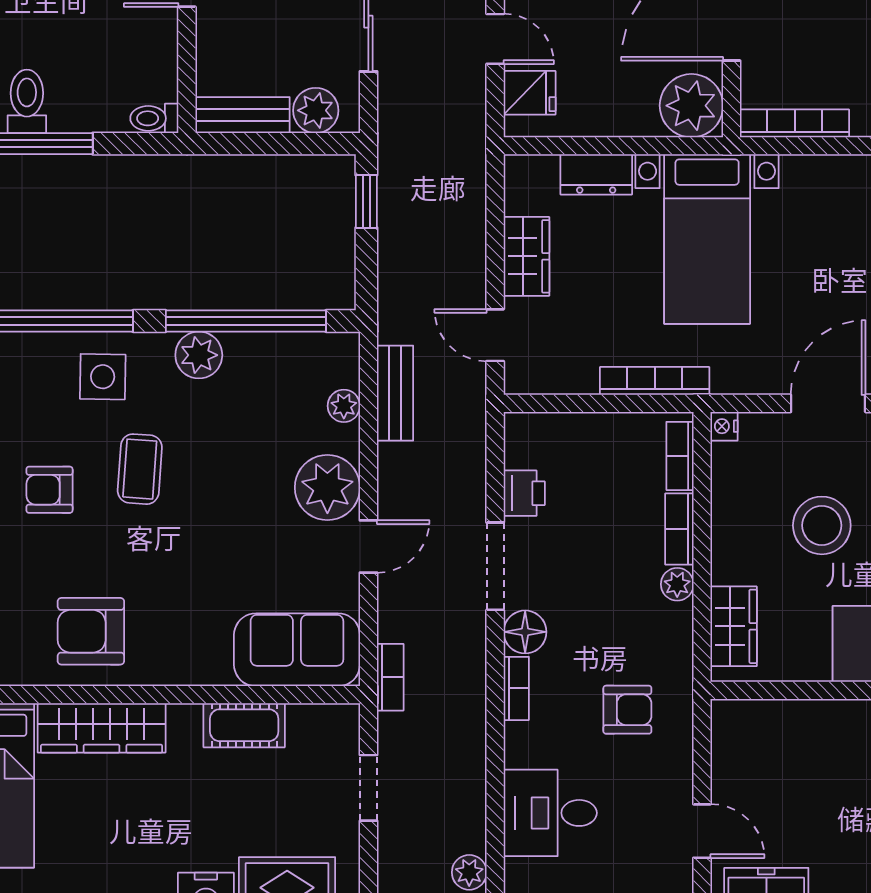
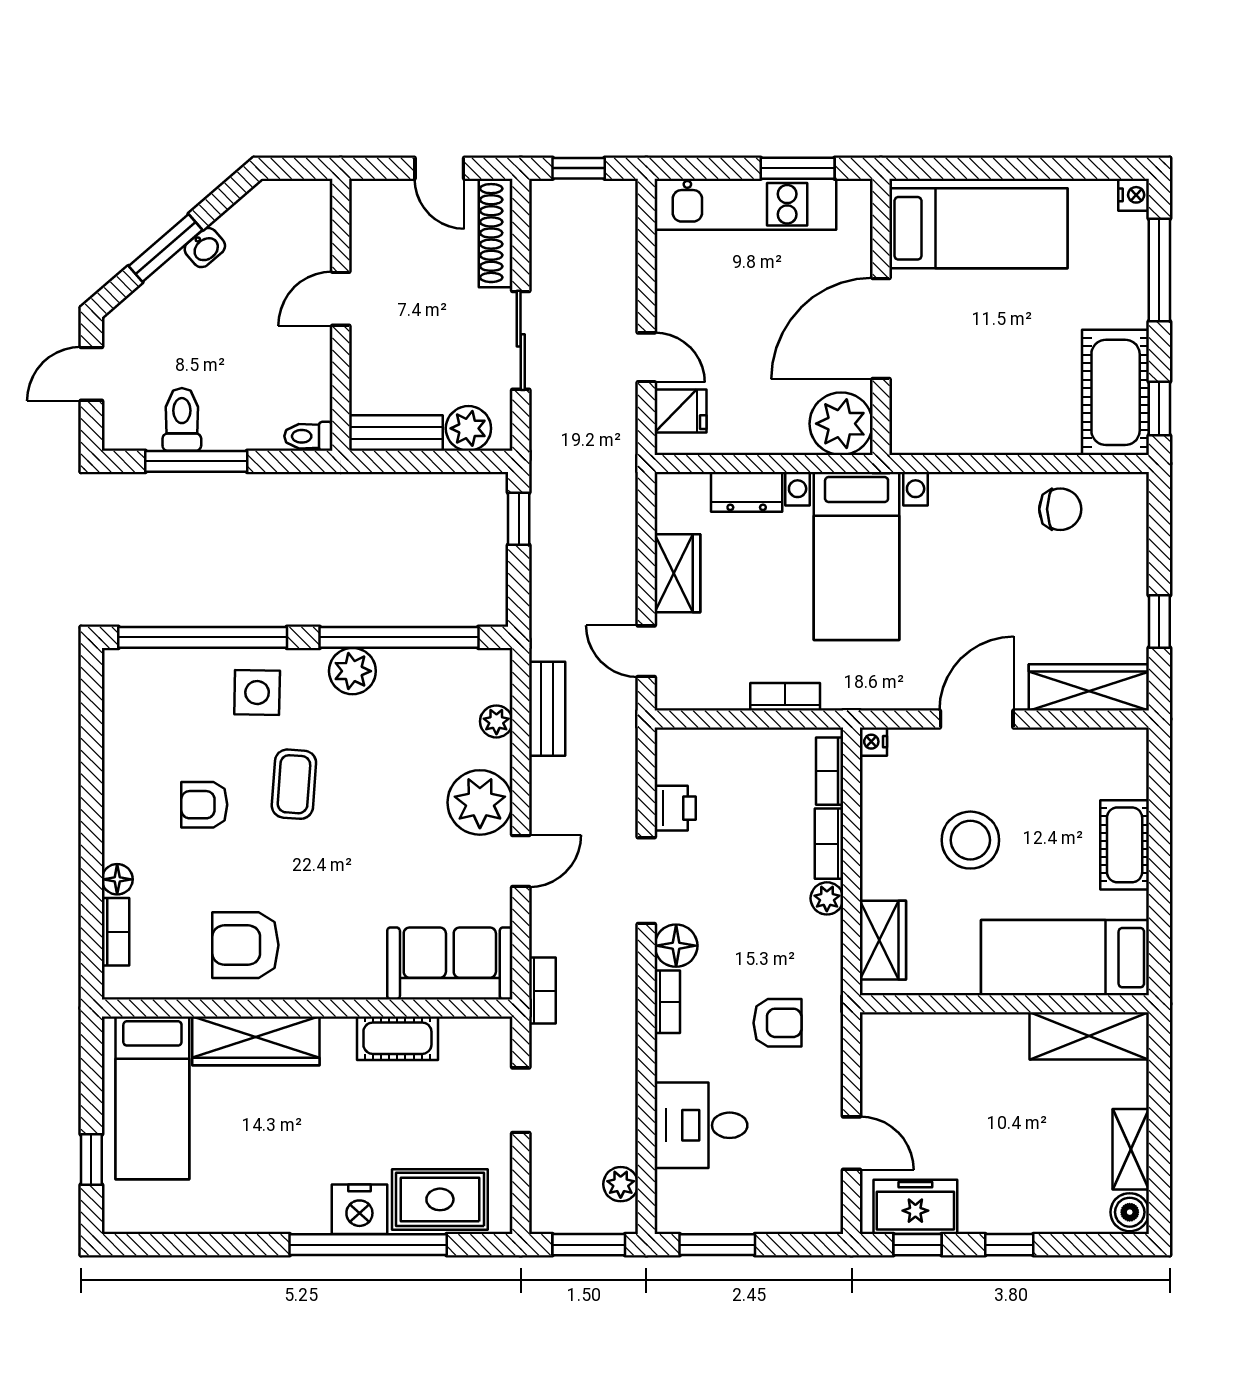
bookcase: (795, 123) -> (943, 441), removed
bookcase: (655, 381) -> (785, 697), width x0.64

